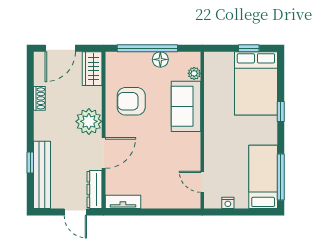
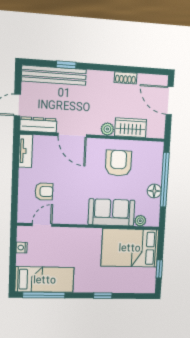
wardrobe: (92, 69) -> (131, 128), moved
bed: (256, 83) -> (130, 248), moved
plant: (89, 121) -> (107, 129), width x0.53, depth x0.53
armchair: (166, 181) -> (44, 191), added

